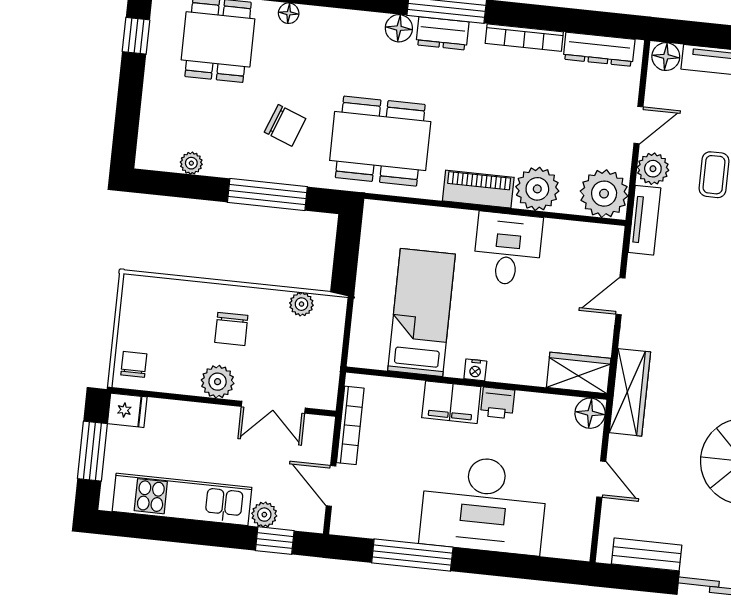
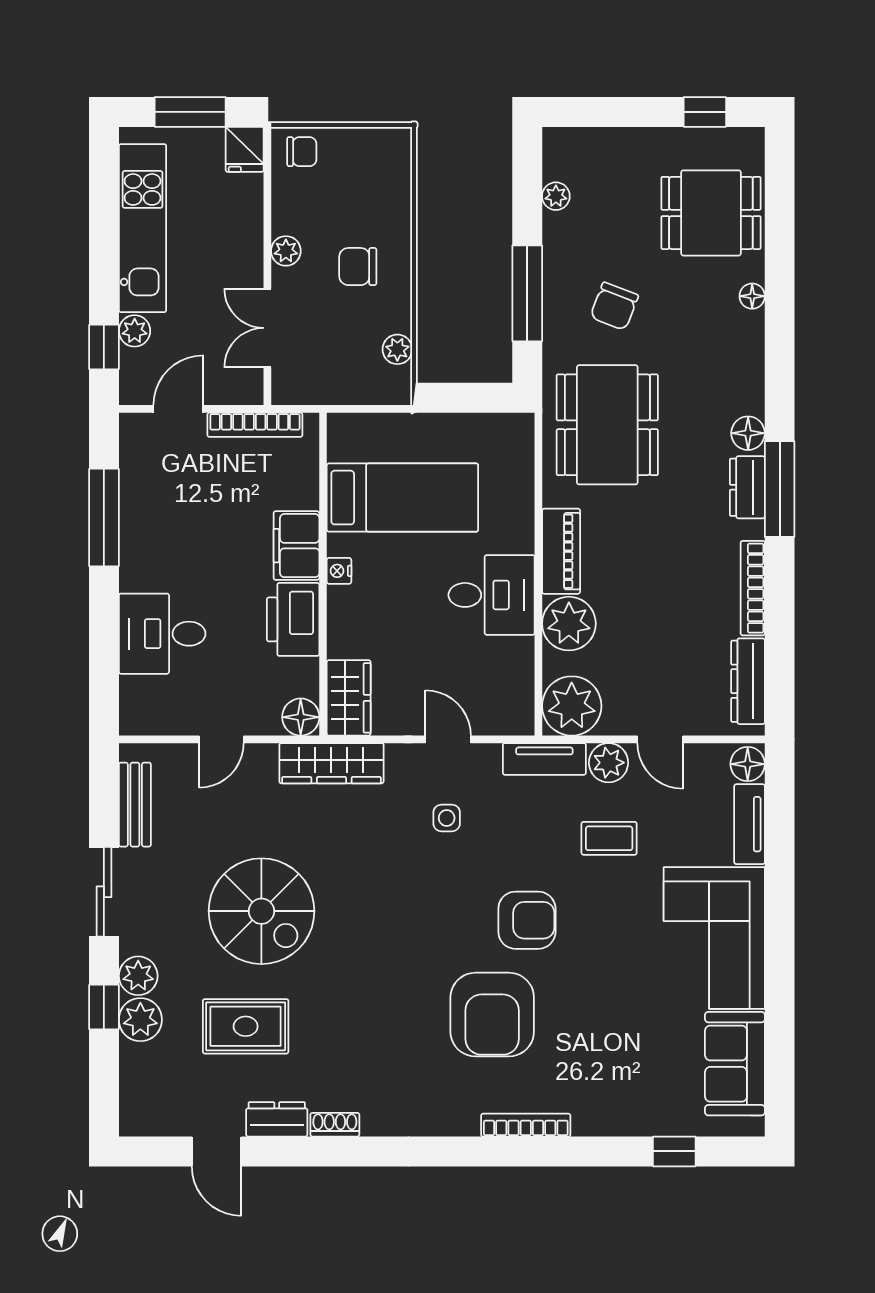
side table: (684, 304) -> (447, 818), added
plant: (218, 382) -> (286, 251), width x0.73, depth x0.73
printer: (498, 403) -> (293, 619), width x1.87, depth x1.48
desk: (484, 505) -> (162, 634), width x0.53, depth x0.77

